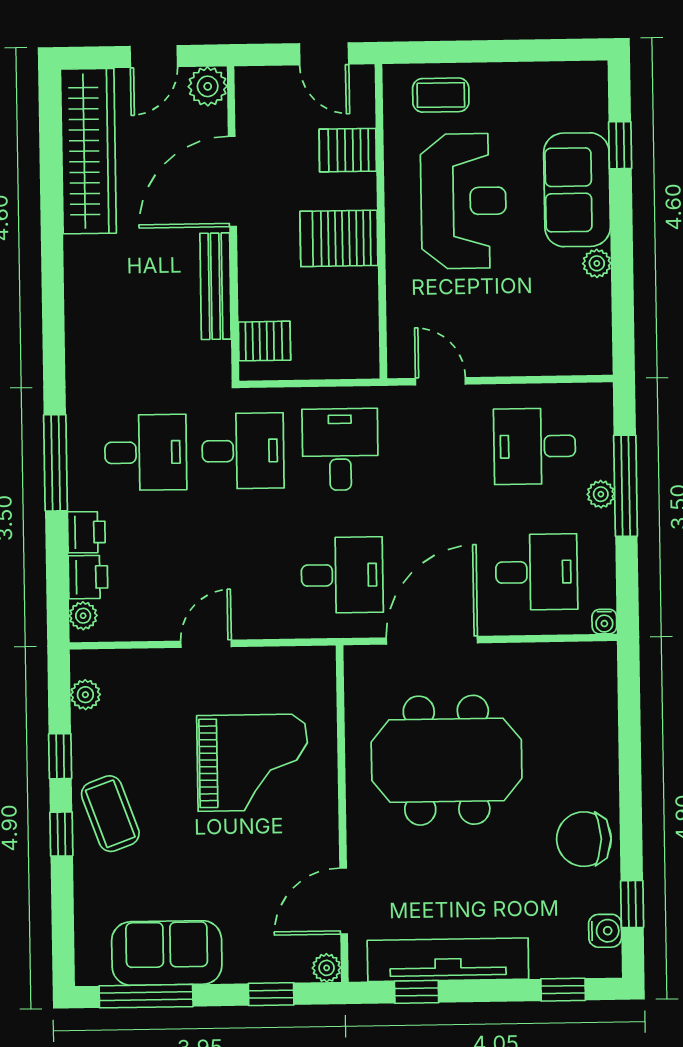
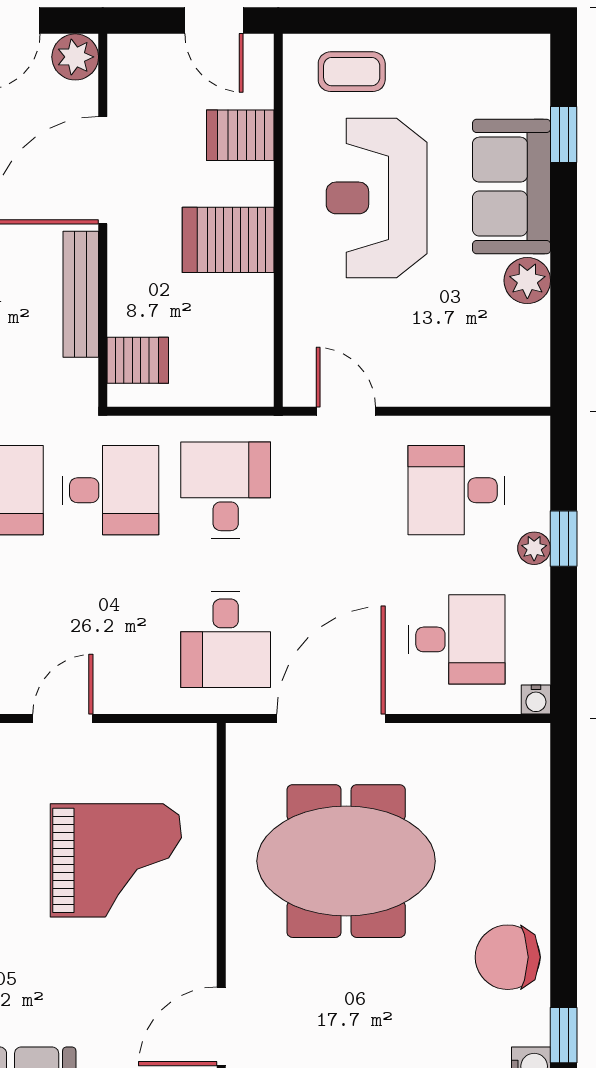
reception desk: (463, 201) -> (377, 198), turned 180
plant: (597, 263) -> (527, 281), width x1.38, depth x1.38
window: (626, 486) -> (564, 539), width x0.46
desk: (342, 575) -> (226, 639), turned 90

